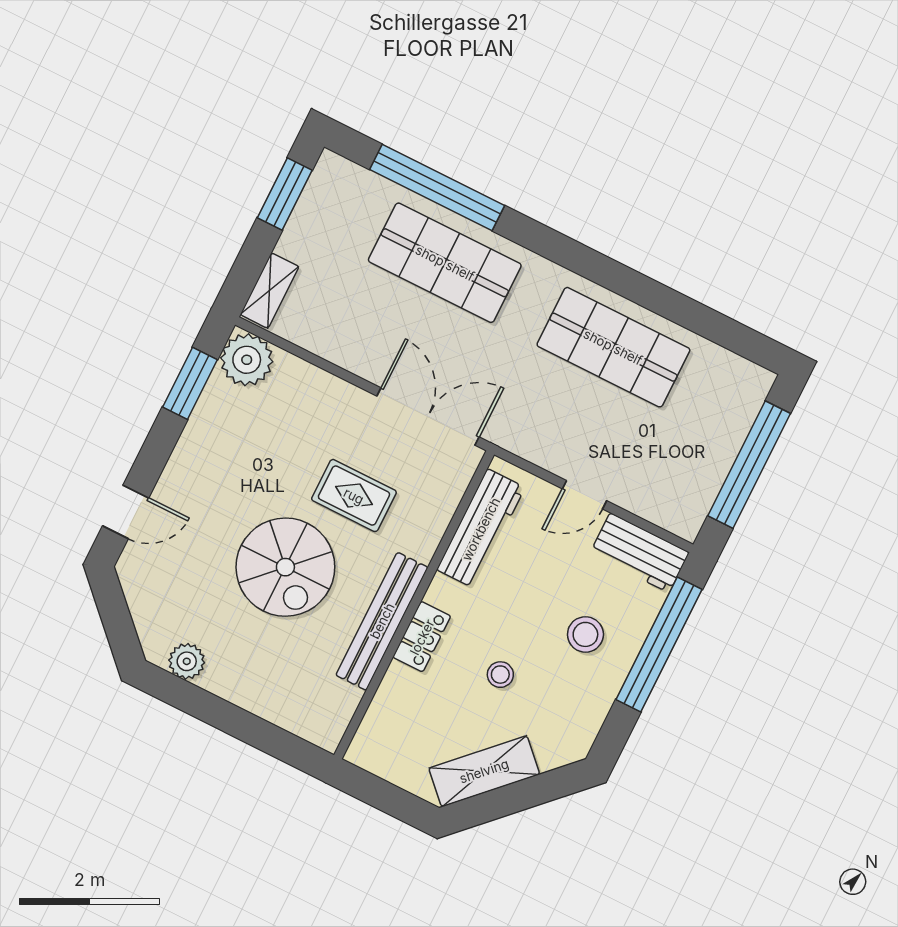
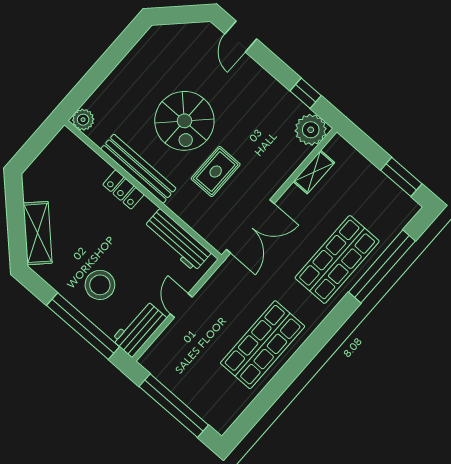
shelving: (270, 291) -> (314, 172), moved, turned 90
window: (190, 383) -> (306, 93), width x0.67
spiral stairs: (285, 567) -> (184, 121), turned -90
stool: (585, 634) -> (100, 285), width x1.38, depth x1.38
plant: (187, 661) -> (83, 120), moved
stool: (500, 675) -> (90, 229), removed
shelving: (484, 771) -> (38, 233), moved

